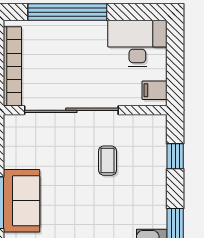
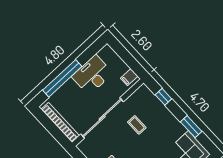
desk: (137, 43) -> (92, 75), moved

